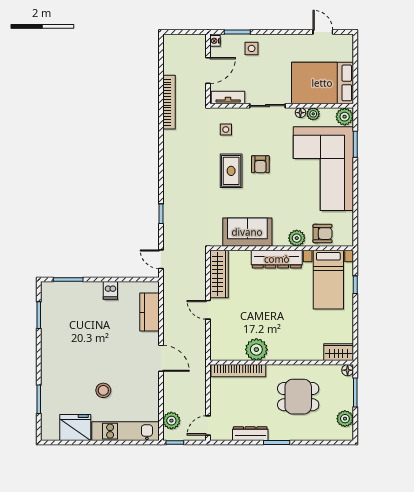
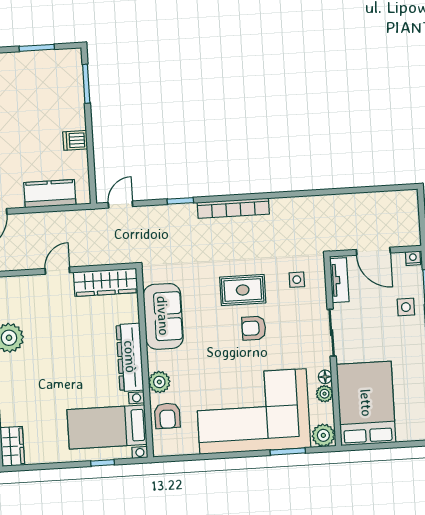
bookcase: (169, 102) -> (233, 208), moved

